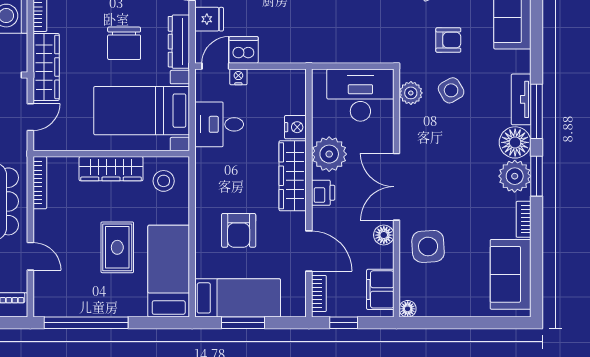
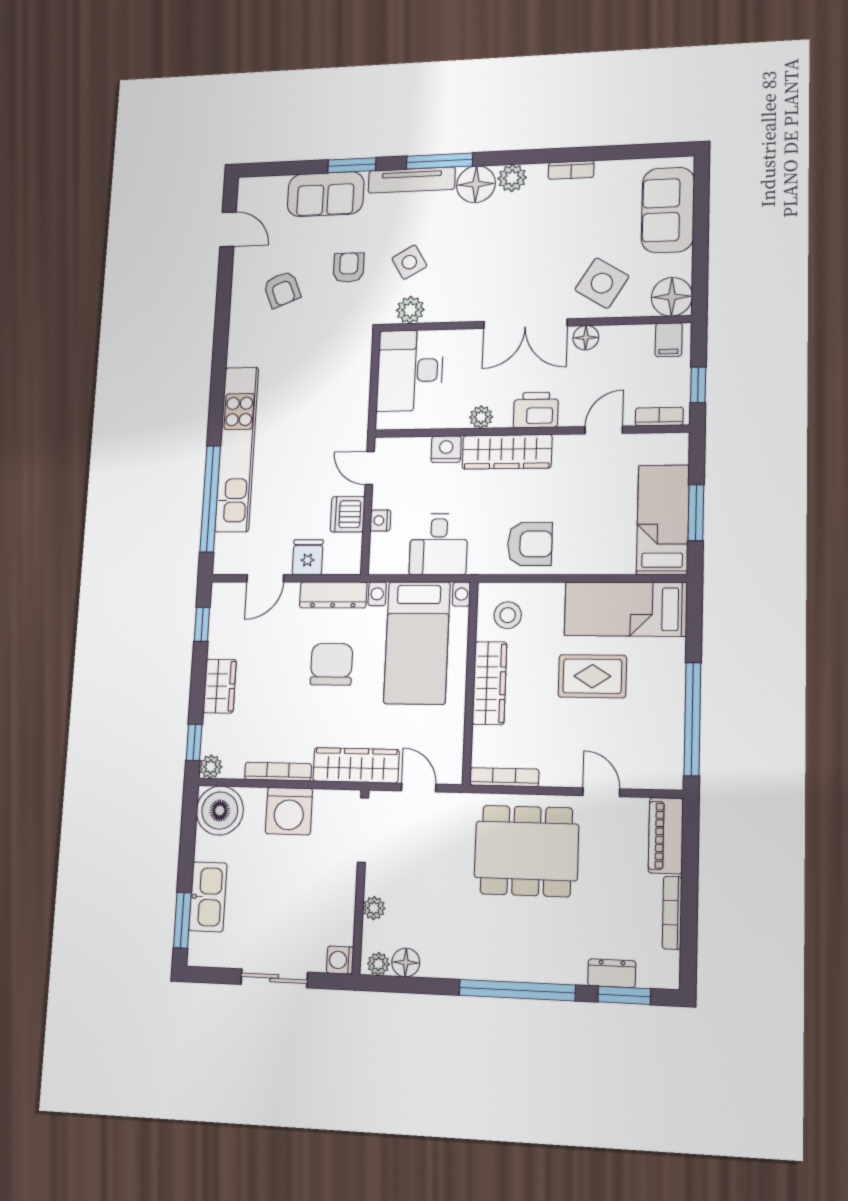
chair: (124, 43) -> (332, 664), turned -90
door: (215, 66) -> (370, 468), moved
tv unit: (521, 99) -> (412, 180), width x1.41
plant: (329, 154) -> (481, 417), width x0.53, depth x0.53
plant: (515, 176) -> (512, 178), width x0.73, depth x0.73
window: (536, 176) -> (352, 165), moved
printer: (323, 193) -> (536, 410), width x1.36, depth x1.24
armchair: (239, 230) -> (530, 544), moved
side table: (428, 246) -> (602, 283), turned 35
door: (309, 251) -> (604, 430), width x0.73
door: (30, 256) -> (601, 792), hinge flipped
sofa: (511, 274) -> (668, 210), moved, turned 90
filing cabinet: (380, 289) -> (669, 340), width x0.50
floor lamp: (408, 309) -> (672, 297), width x1.89, depth x1.89

